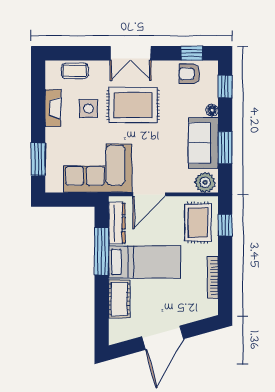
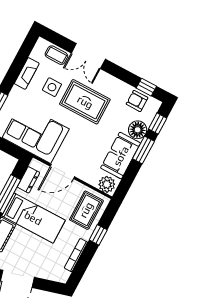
double door: (131, 53) -> (88, 56), moved
floor lamp: (212, 110) -> (138, 130), width x1.89, depth x1.89
window: (225, 148) -> (143, 150), moved
dresser: (117, 223) -> (28, 180), width x0.70
window: (225, 225) -> (98, 235), moved

